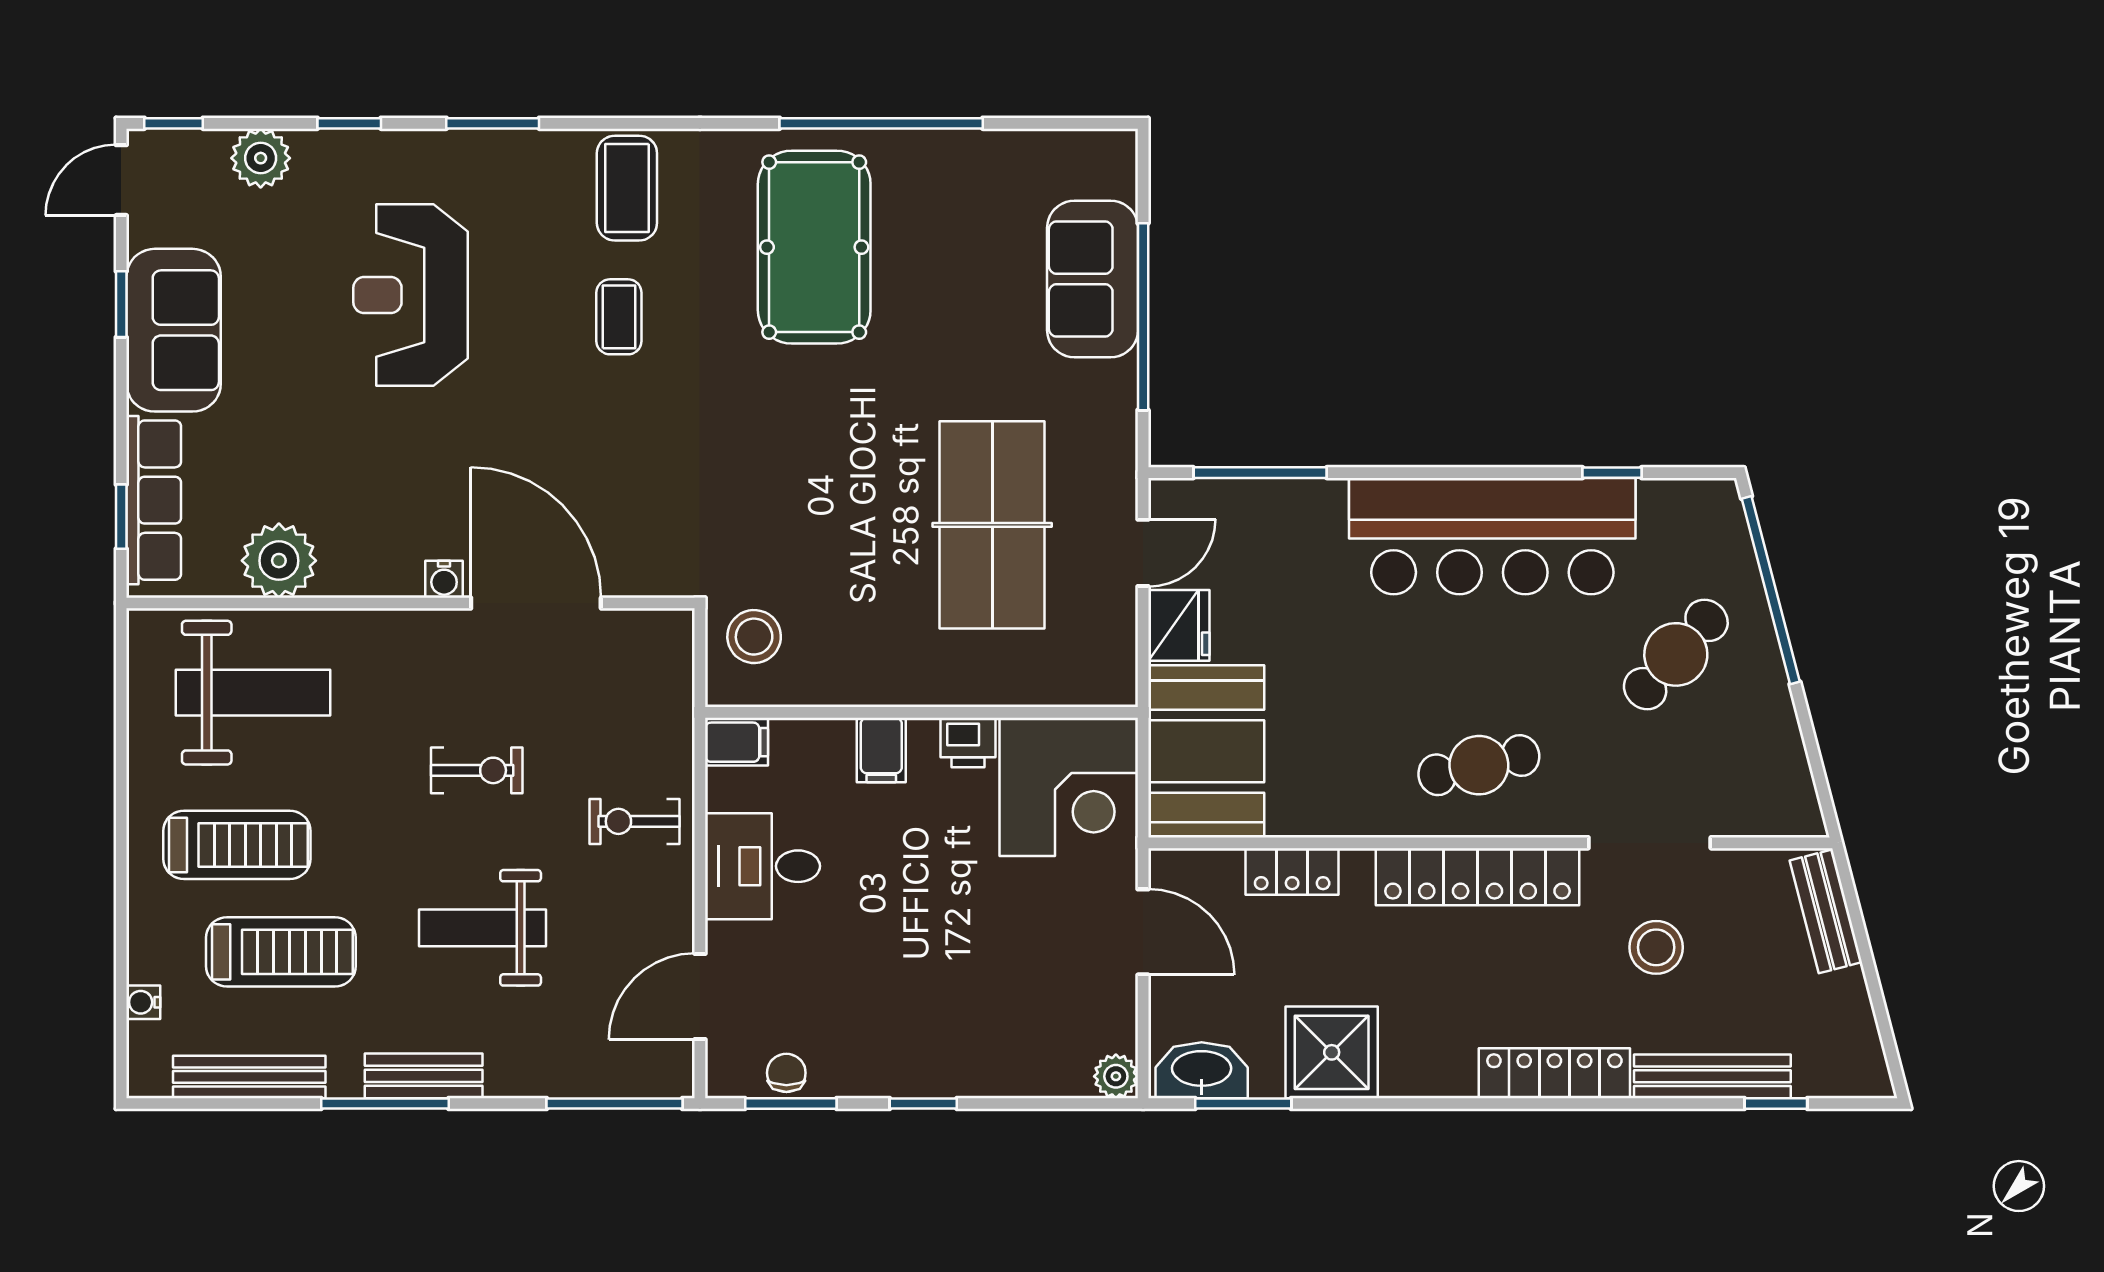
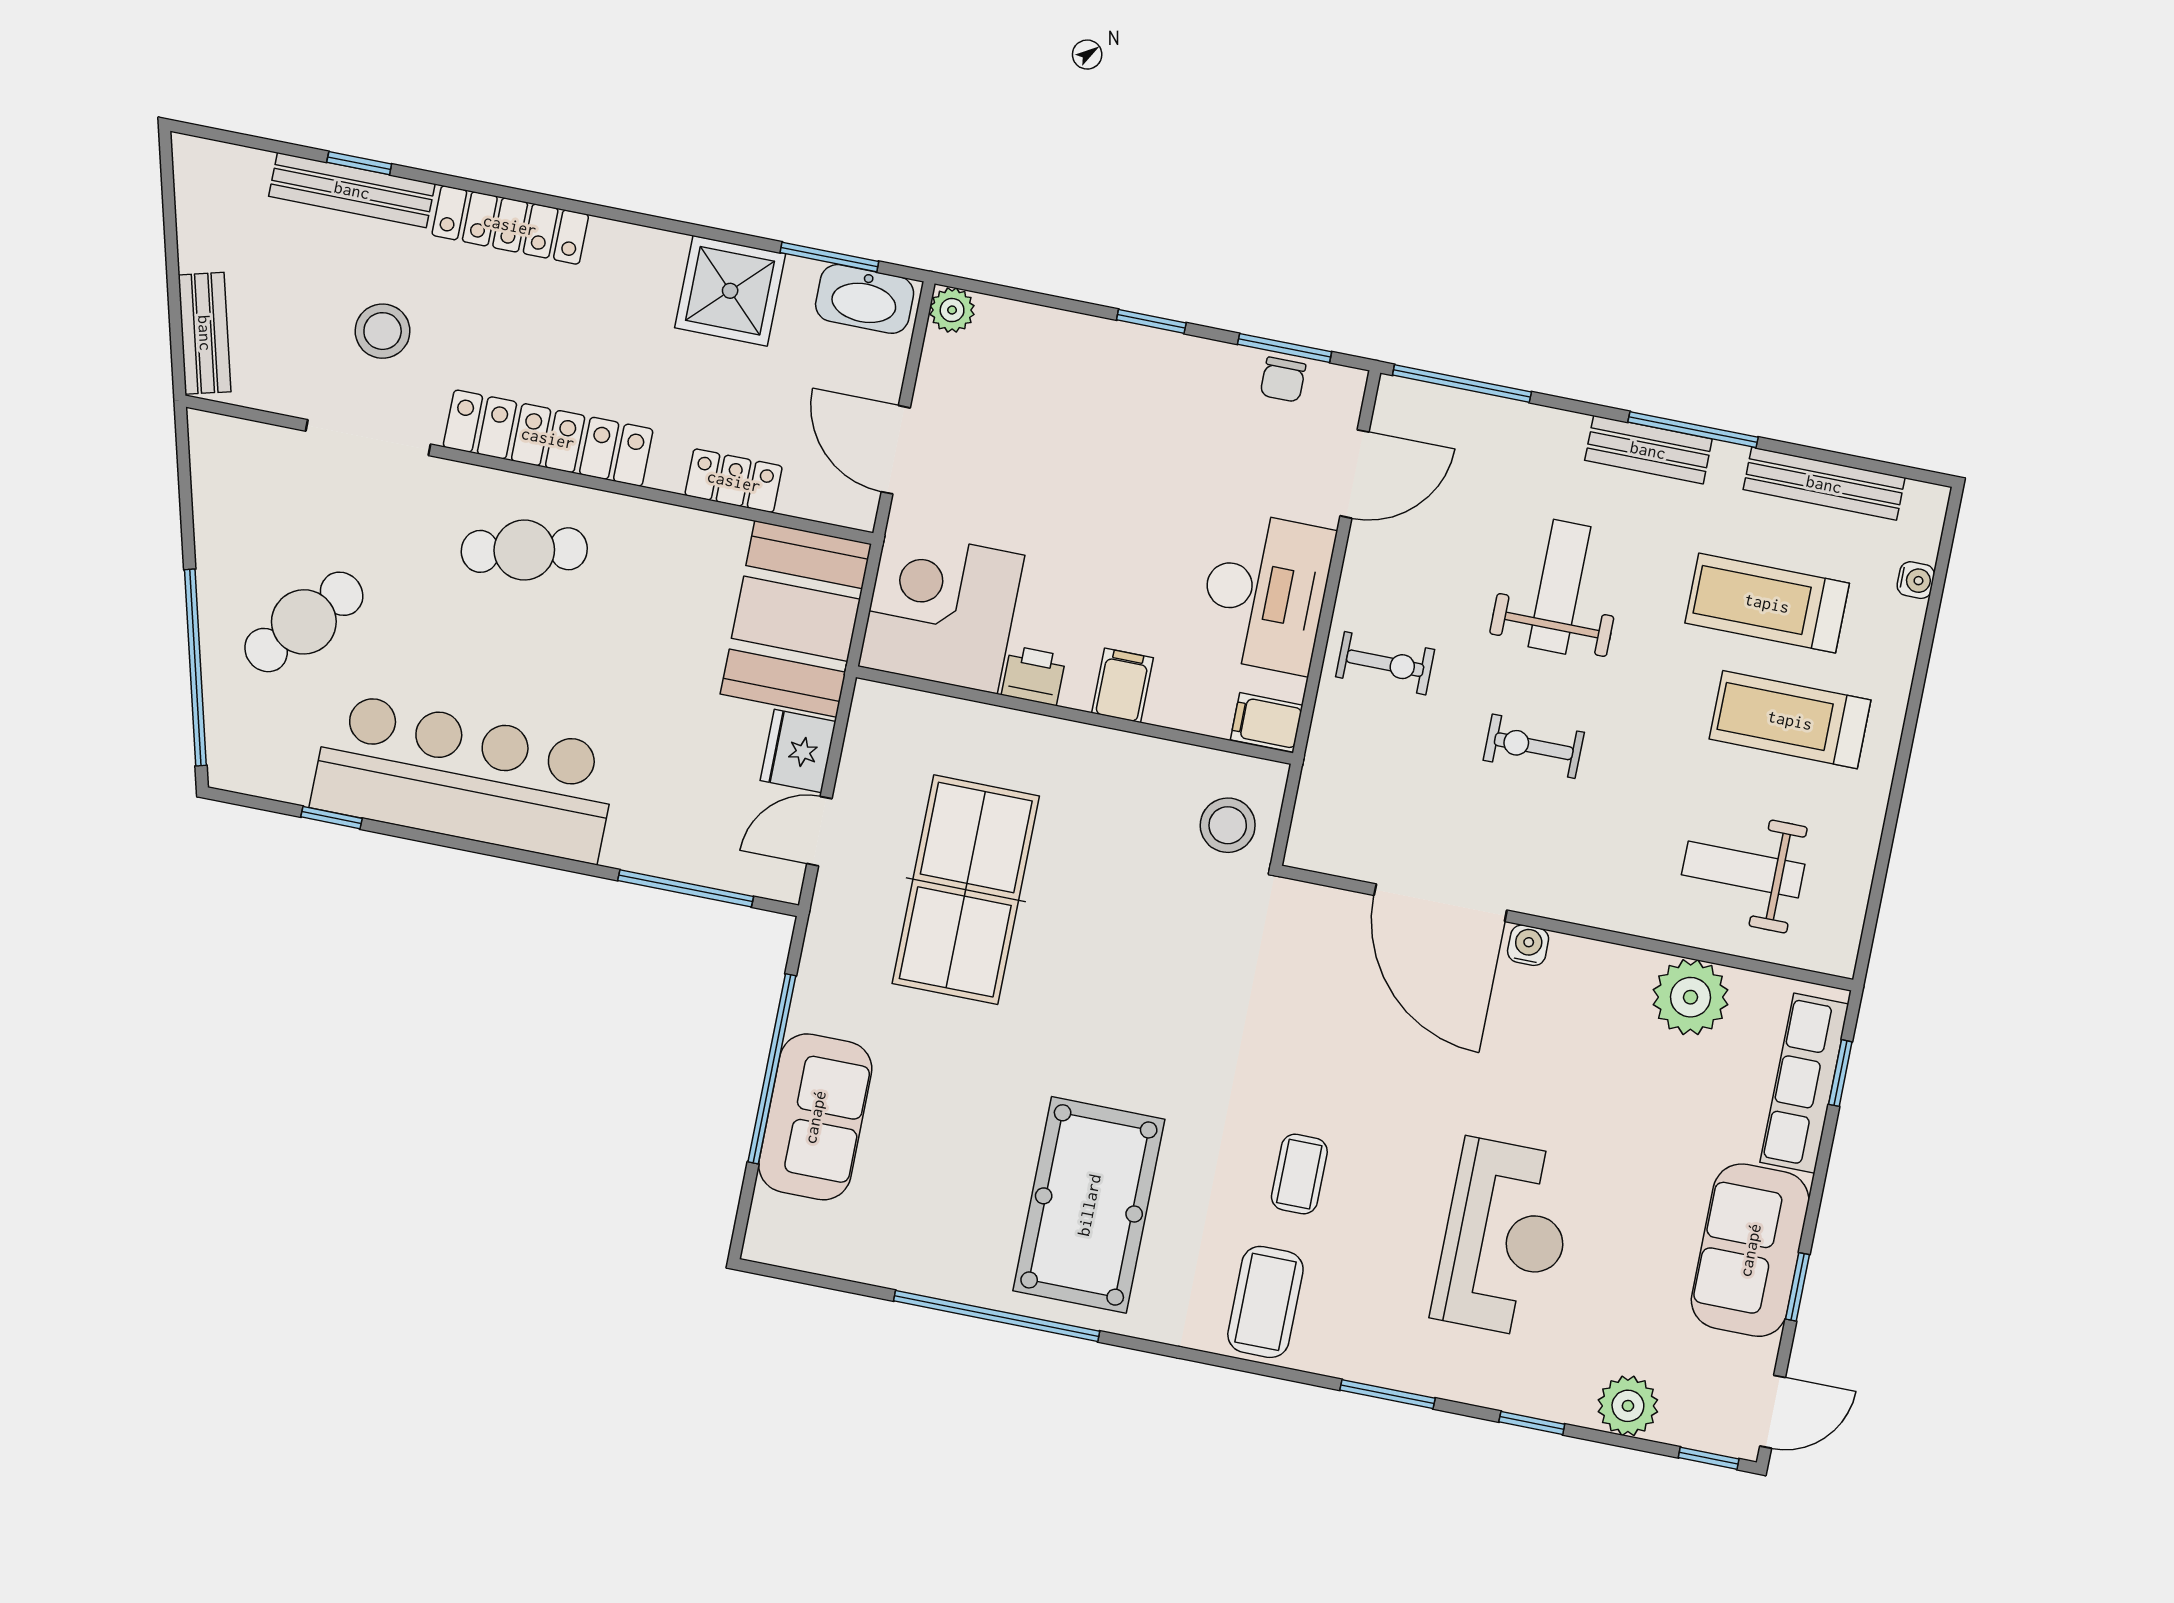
weight bench: (253, 693) -> (1743, 870), width x0.73, depth x0.75
desk: (762, 866) -> (1265, 592), width x1.37
weight bench: (483, 928) -> (1559, 587), turned -90
window: (1776, 1103) -> (359, 163), moved

